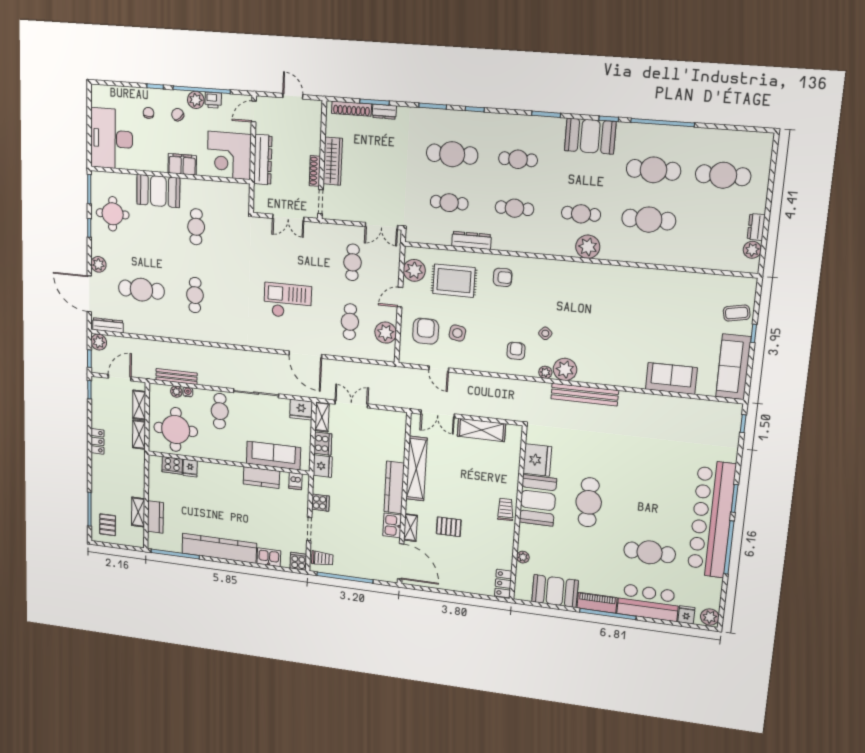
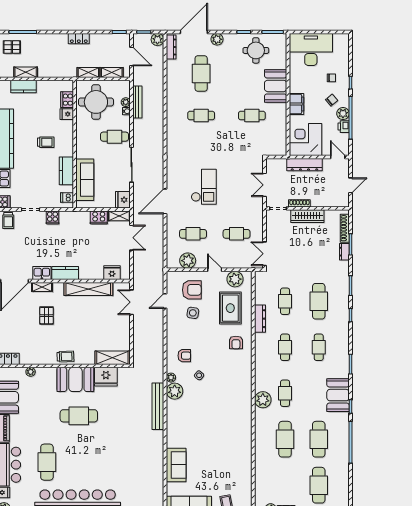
shelving: (481, 430) -> (112, 358), moved, turned 90
fridge: (323, 466) -> (112, 273), moved, turned 180
kitchen counter: (394, 487) -> (65, 273), width x0.67
trolley: (225, 499) -> (46, 142), added

